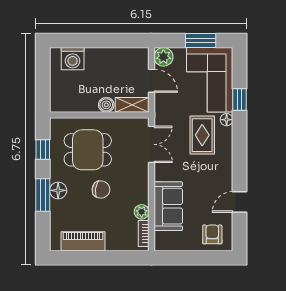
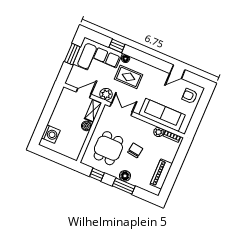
plant: (163, 57) -> (106, 94), moved
door: (240, 202) -> (177, 72), hinge flipped
sofa: (168, 206) -> (162, 115), width x1.36

